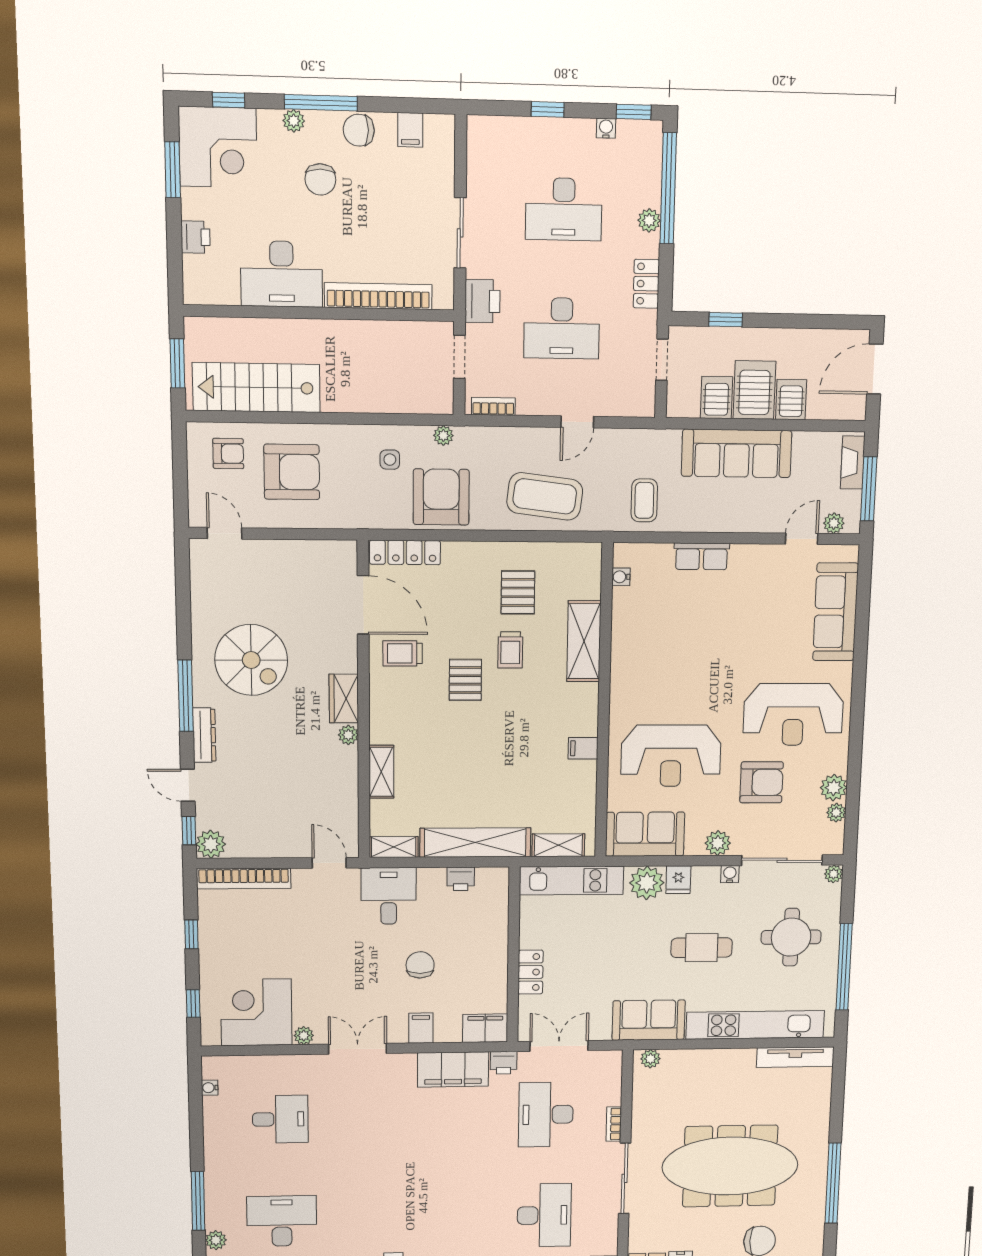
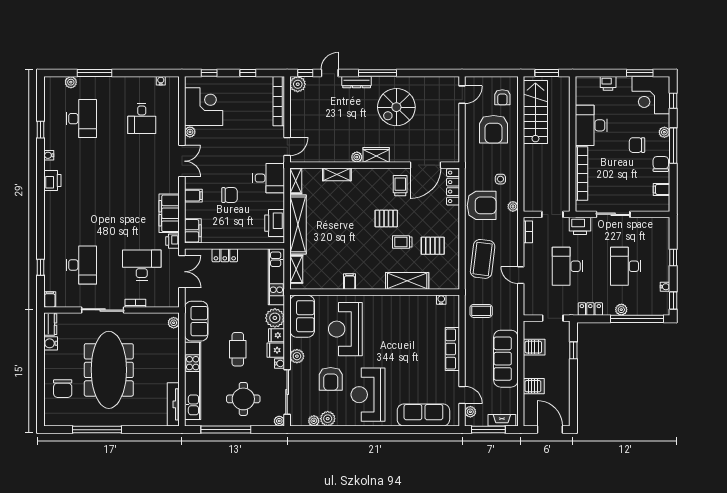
server rack: (754, 390) -> (538, 367), removed
row of seats: (702, 556) -> (452, 349), width x1.48
printer: (461, 879) -> (275, 223), width x1.87, depth x1.48
fridge: (706, 881) -> (276, 350), added
desk: (544, 1215) -> (81, 265), turned -90

